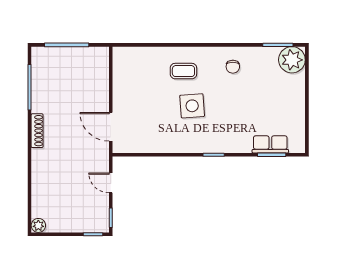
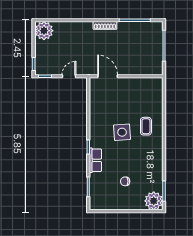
chair: (233, 67) -> (125, 181), moved
door: (111, 127) -> (108, 76), hinge flipped
row of seats: (270, 144) -> (95, 160), moved
plant: (38, 225) -> (44, 31), width x1.88, depth x1.88

